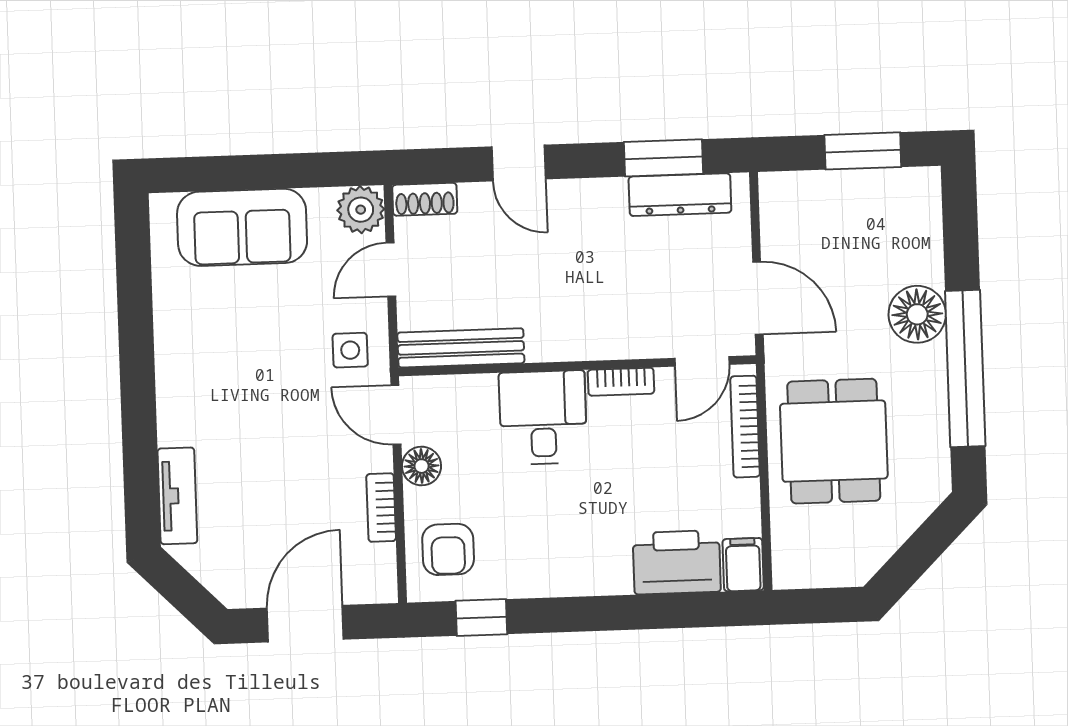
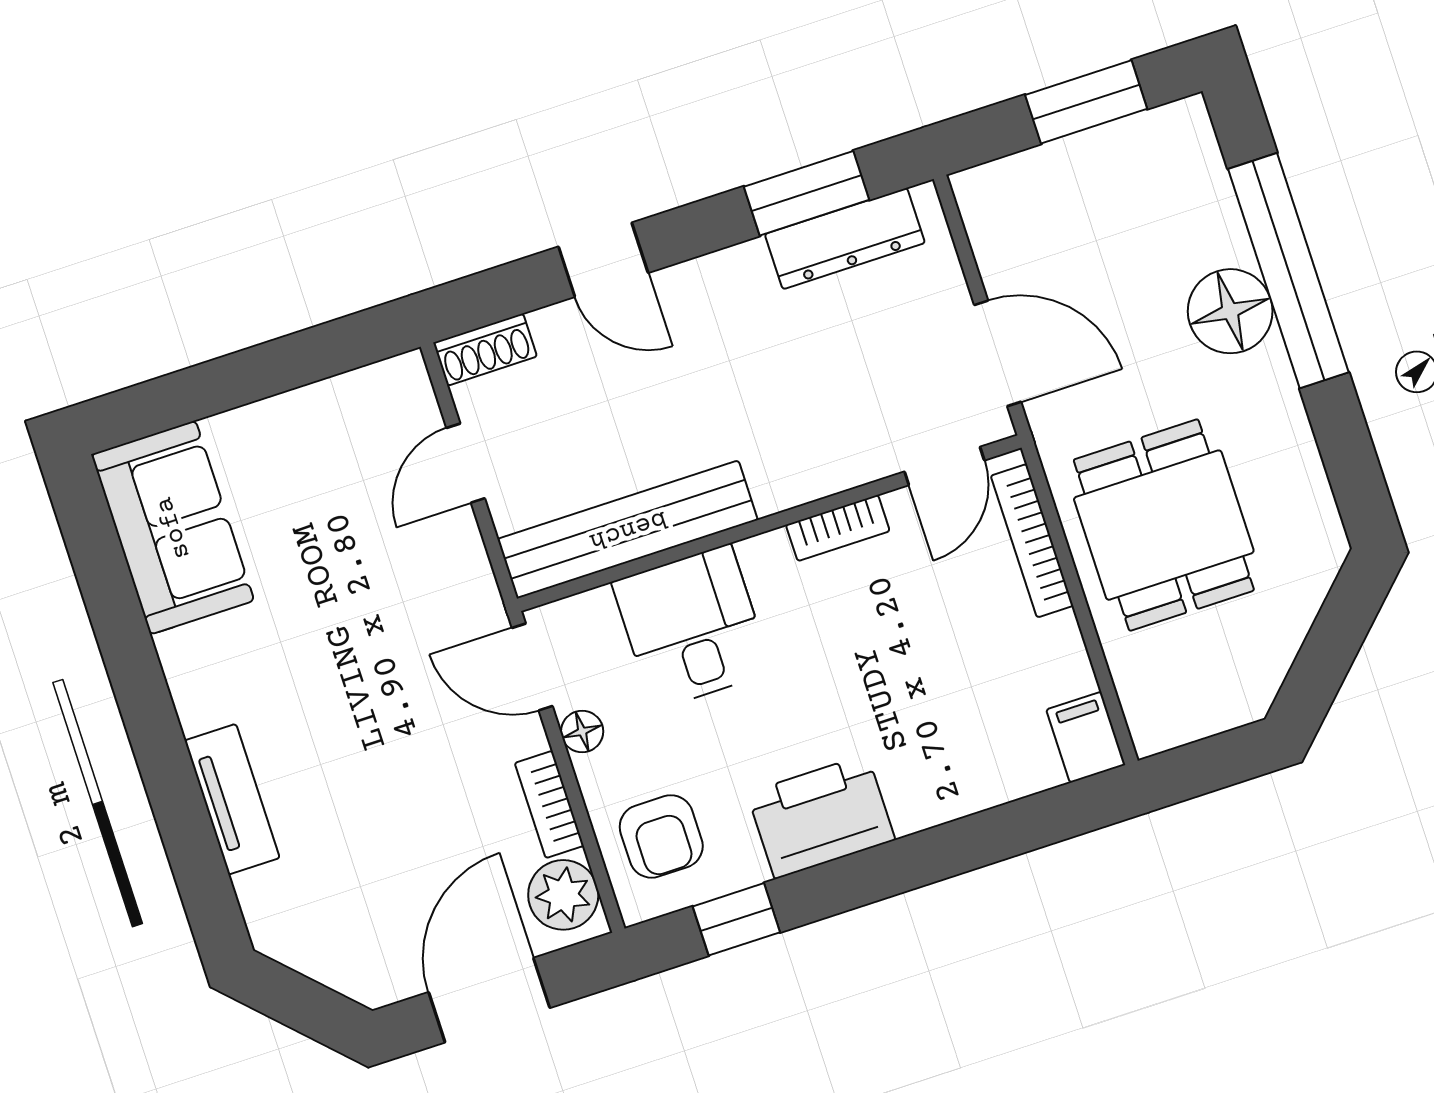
plant: (361, 210) -> (563, 895), moved
sofa: (242, 227) -> (173, 528), moved, turned -90
bench: (461, 348) -> (628, 530), width x1.37, depth x1.21
side table: (350, 350) -> (441, 594), removed
window: (965, 369) -> (1288, 271), moved
desk: (543, 418) -> (692, 627), moved
floor lamp: (422, 466) -> (582, 731), width x0.73, depth x0.73
tv unit: (177, 496) -> (232, 799), moved
printer: (677, 562) -> (821, 817), moved

